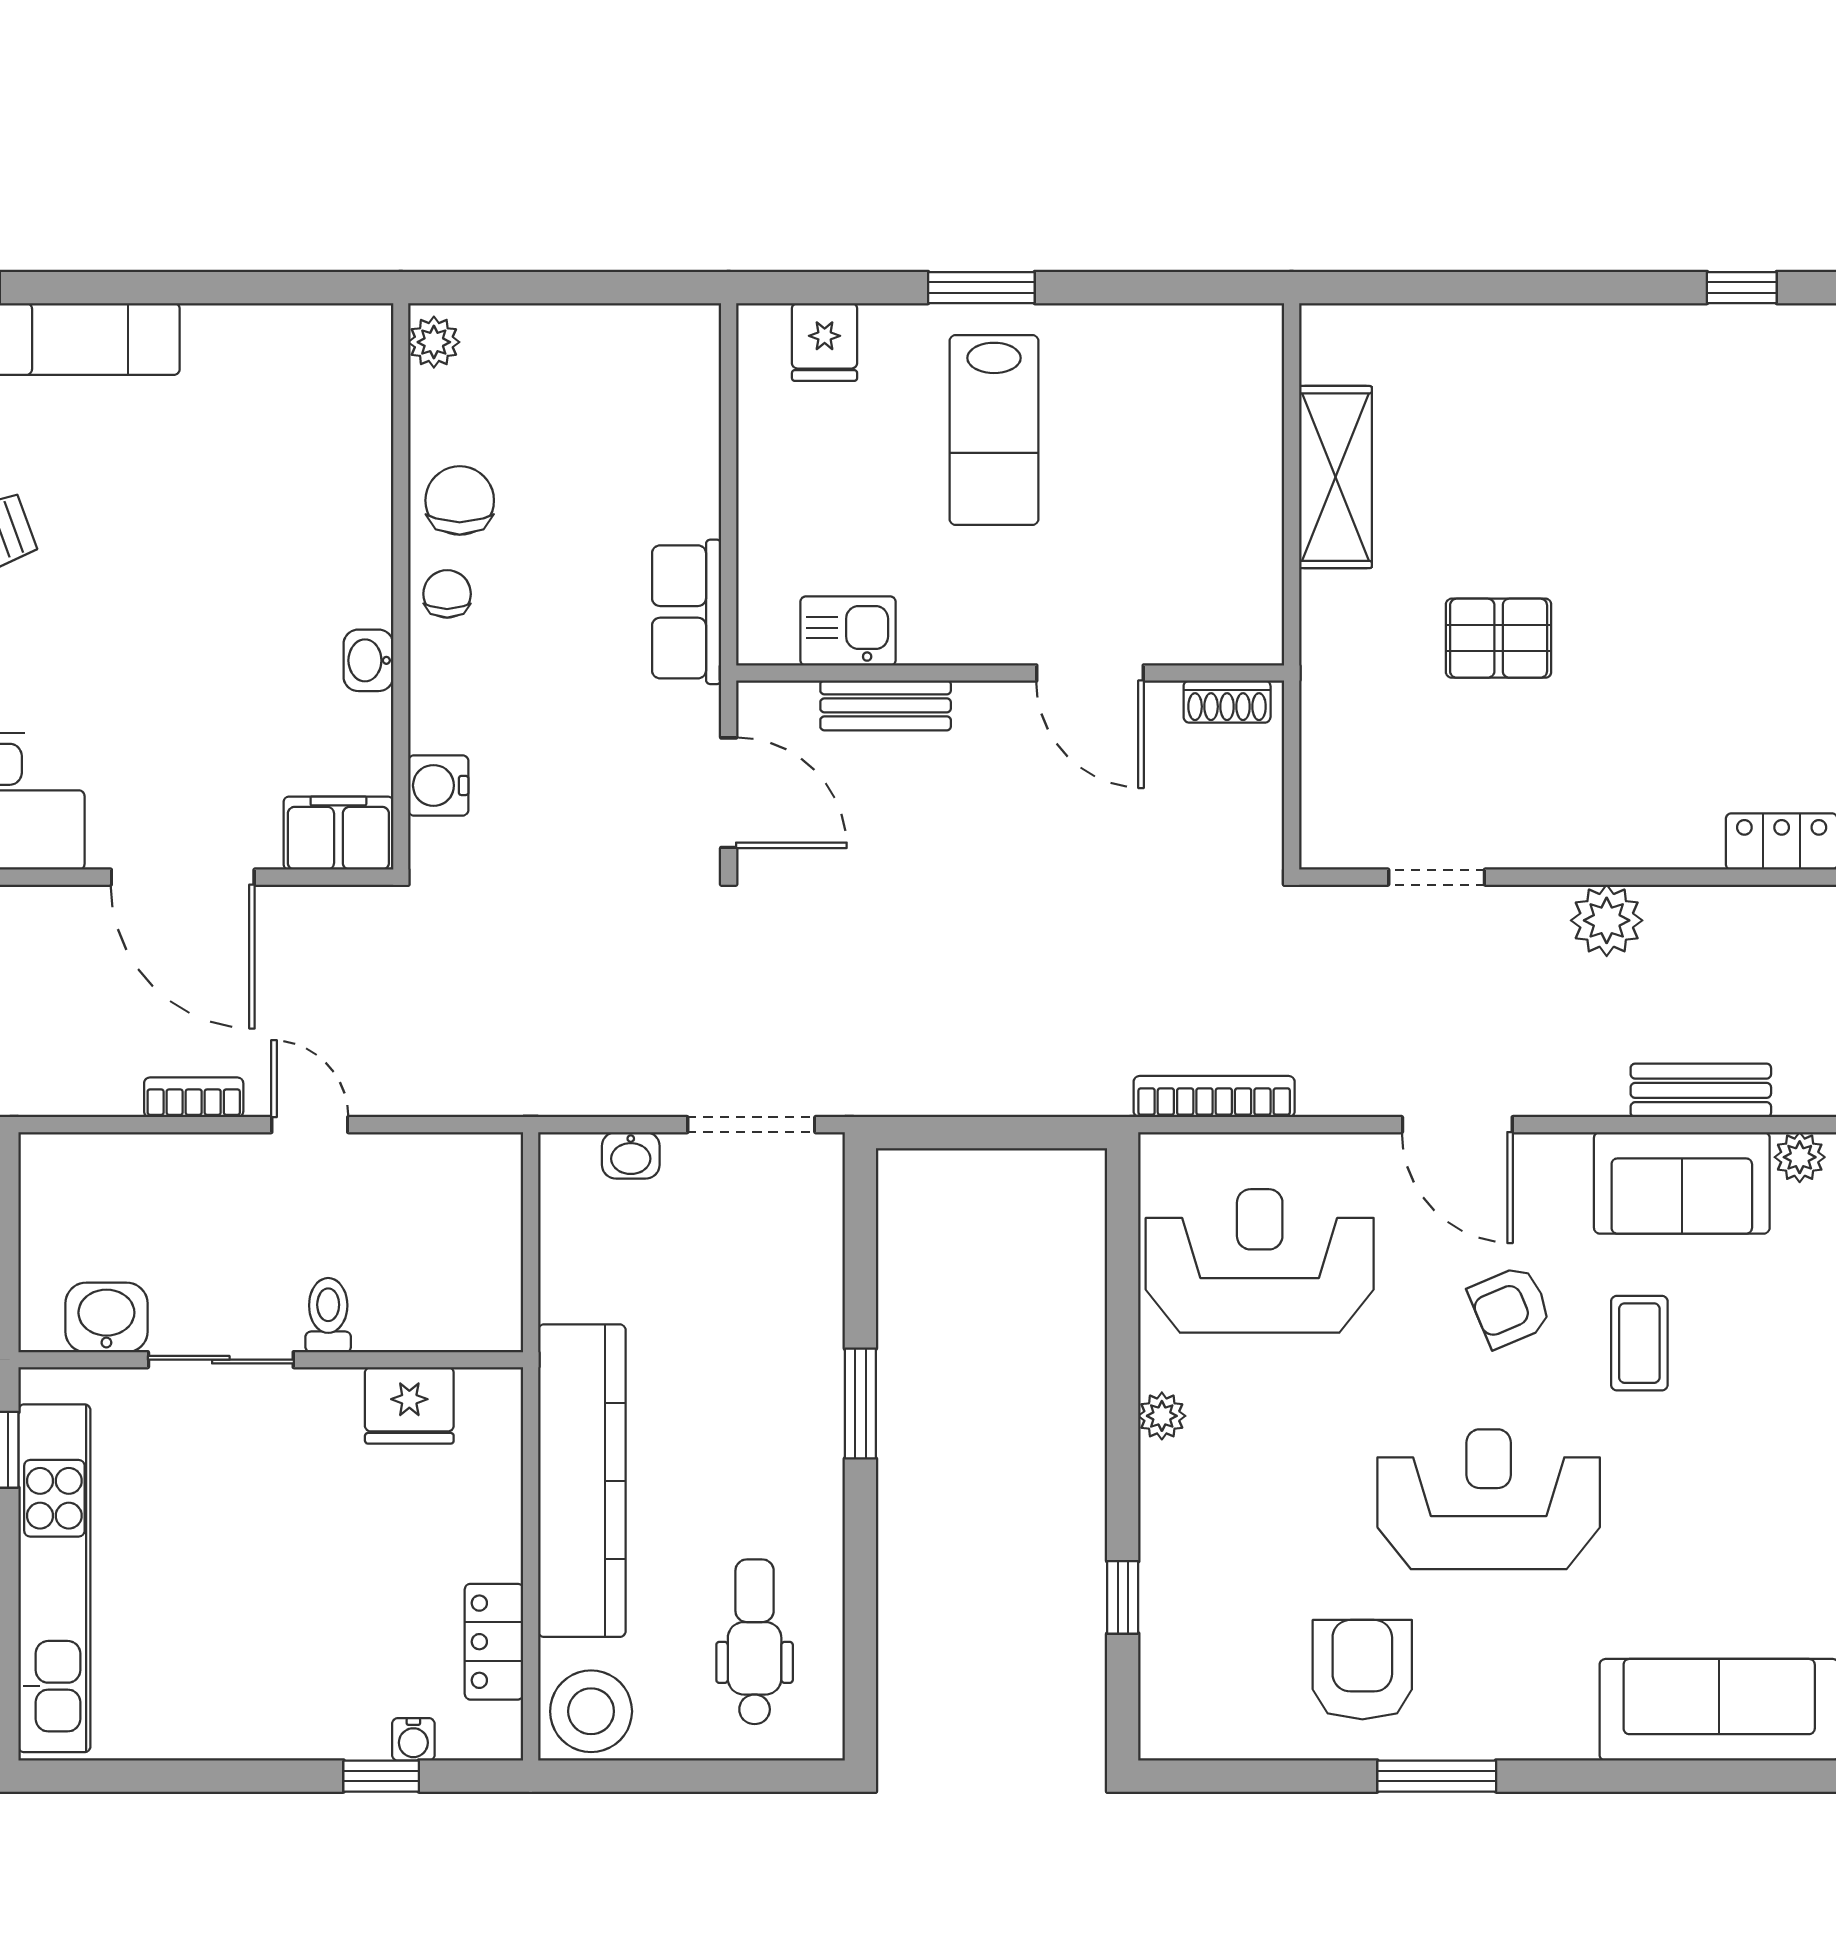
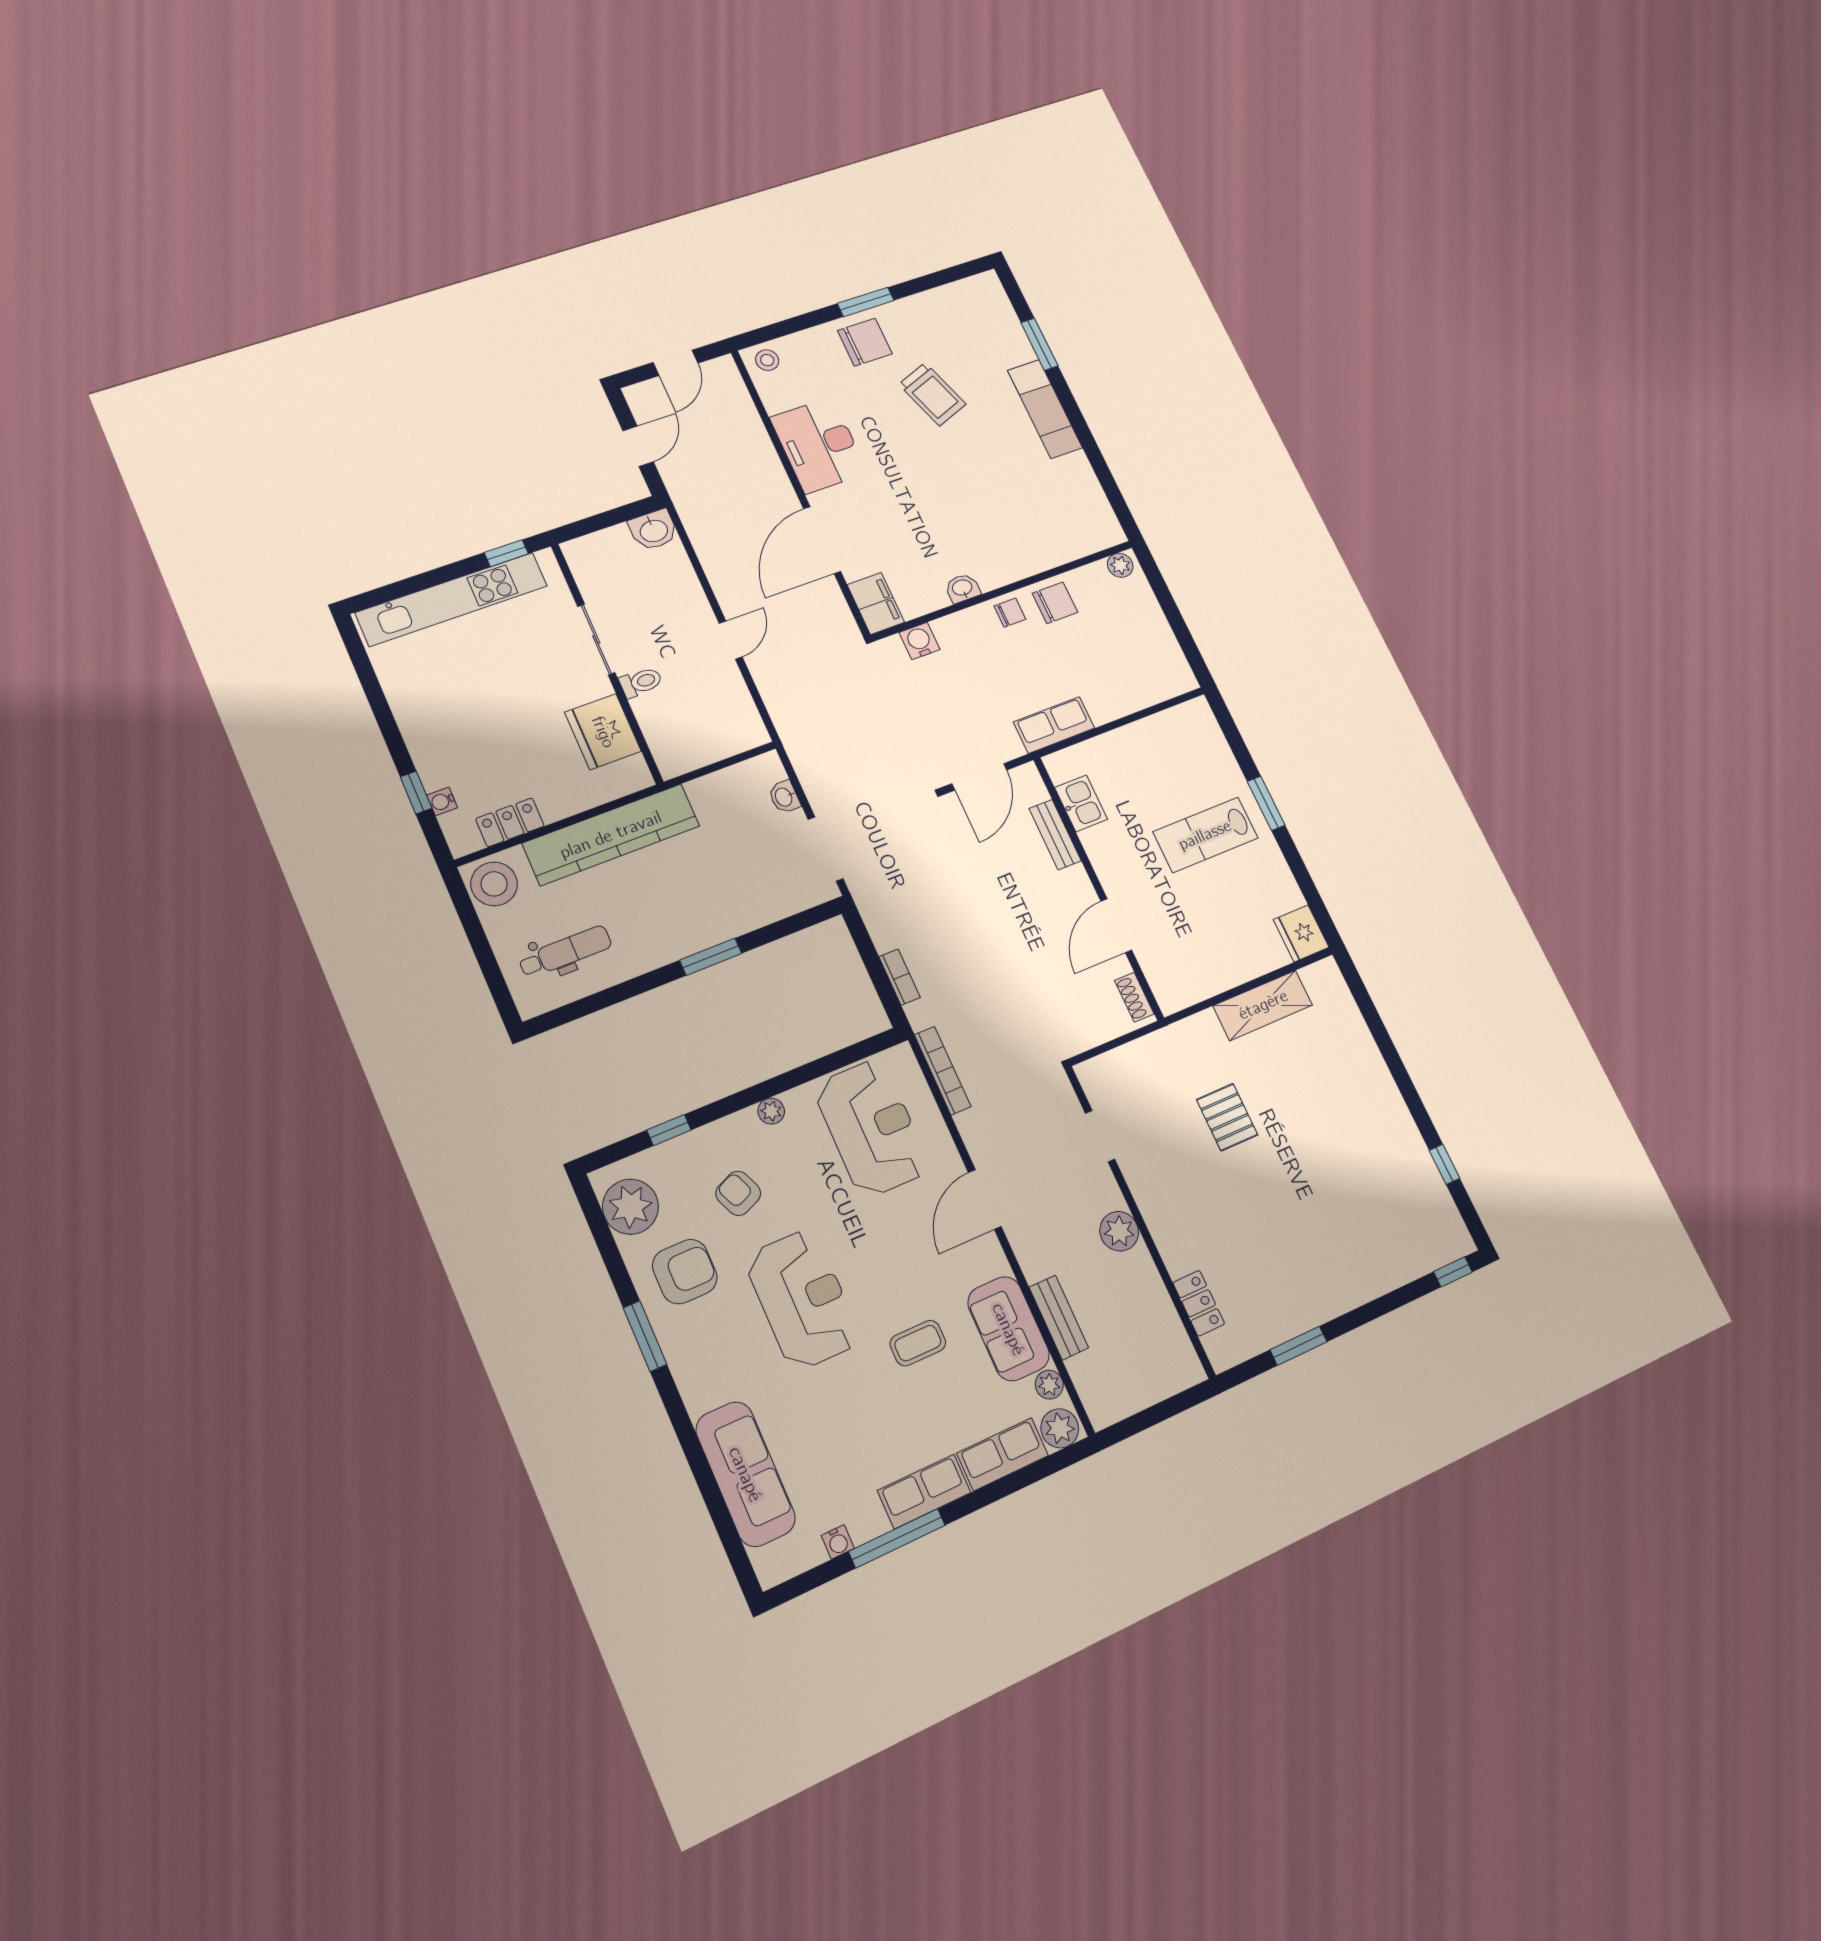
fridge: (825, 342) -> (1301, 933), moved, width x1.38
bookcase: (194, 1097) -> (900, 977), moved
armchair: (1510, 1307) -> (738, 1193), moved
washbasin: (106, 1317) -> (653, 530), moved, turned 90
fridge: (409, 1405) -> (603, 732), width x1.36, depth x1.34
plant: (1221, 1712) -> (630, 1207), added

